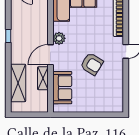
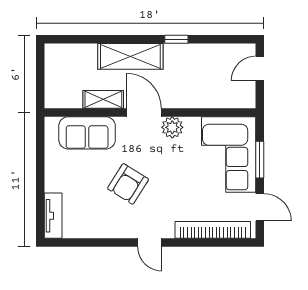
shelving: (18, 83) -> (130, 56), moved
tv unit: (110, 107) -> (53, 216), added

